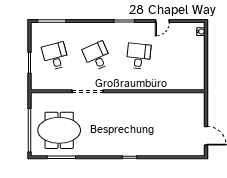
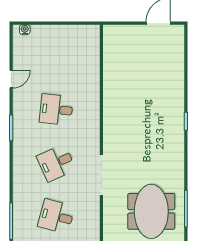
door: (162, 21) -> (11, 79), hinge flipped
desk: (55, 56) -> (56, 216), turned 30

